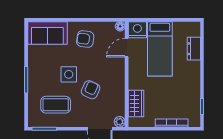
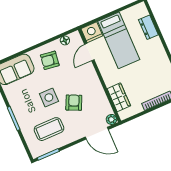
floor lamp: (120, 26) -> (65, 40), moved

